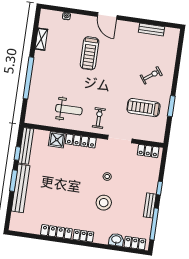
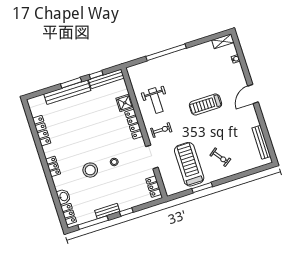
bench: (151, 30) -> (261, 142), width x1.36
shelving: (41, 39) -> (223, 41), moved
treadmill: (90, 53) -> (205, 104), moved
treadmill: (144, 108) -> (189, 164), width x1.37, depth x1.38
locker: (56, 232) -> (42, 131), moved

